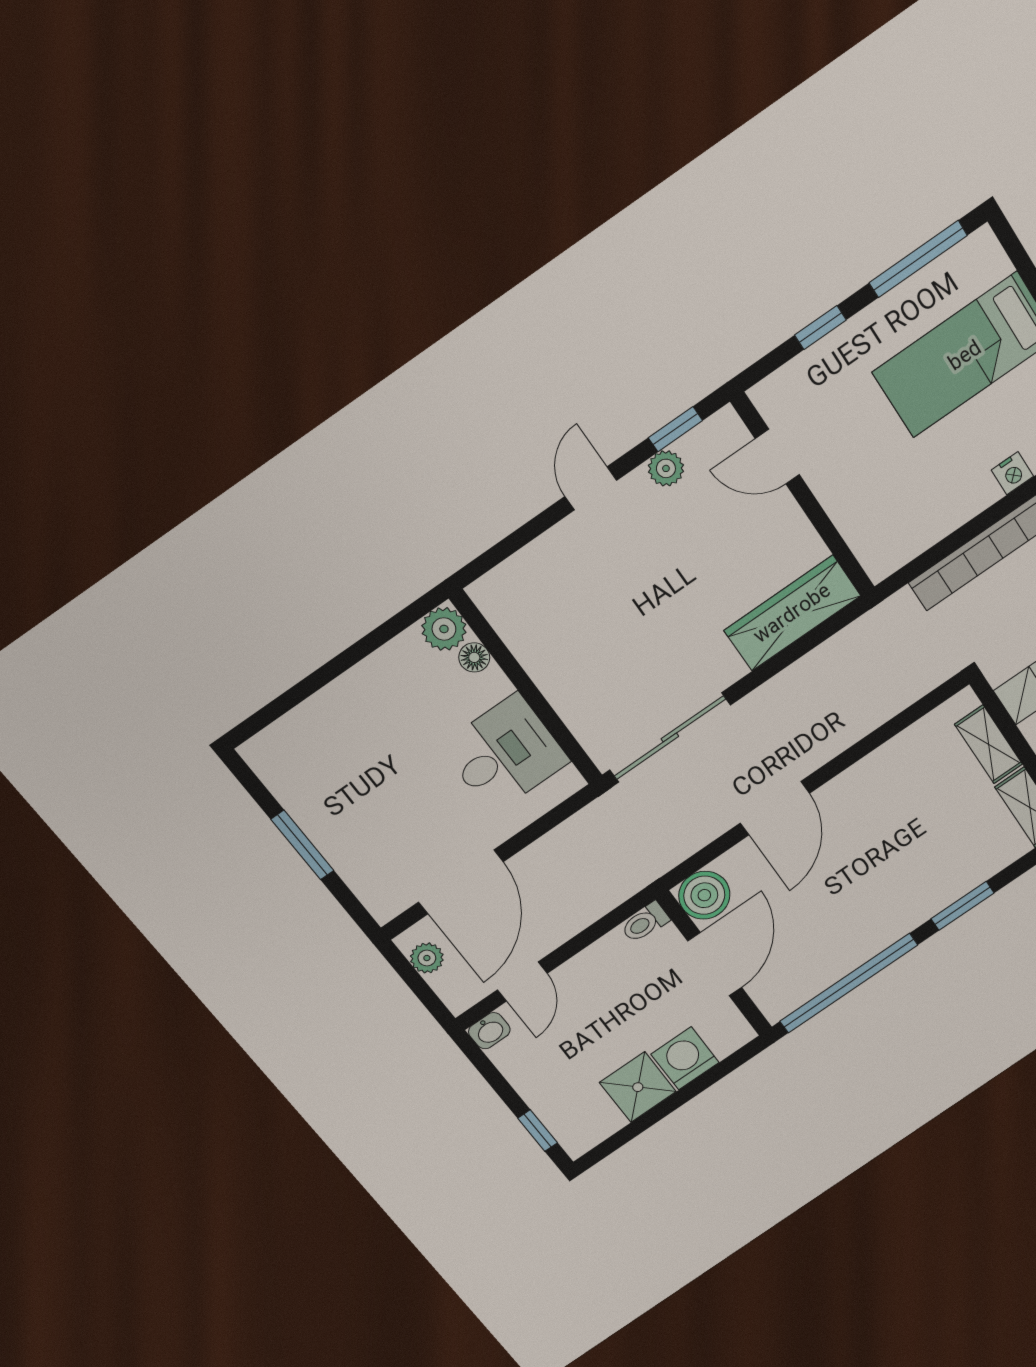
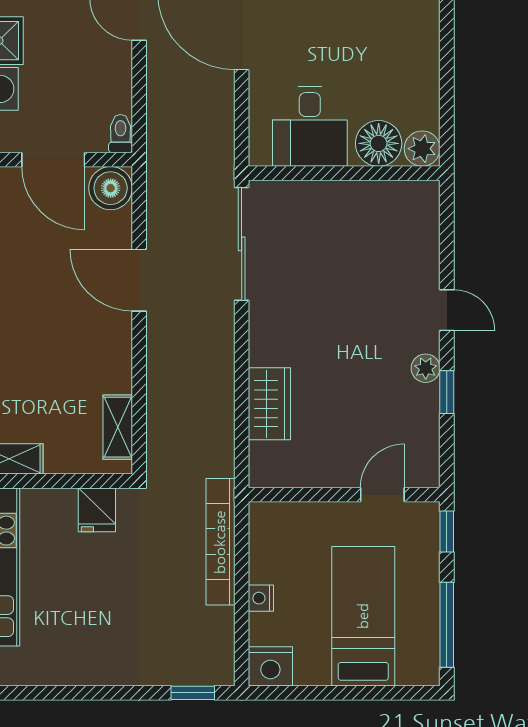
door: (777, 457) -> (382, 495), moved
wall: (804, 496) -> (344, 495), moved
wardrobe: (792, 613) -> (269, 404), width x0.67
floor lamp: (474, 657) -> (379, 143), width x1.89, depth x1.89
shelving: (989, 744) -> (118, 427), moved, turned 90

